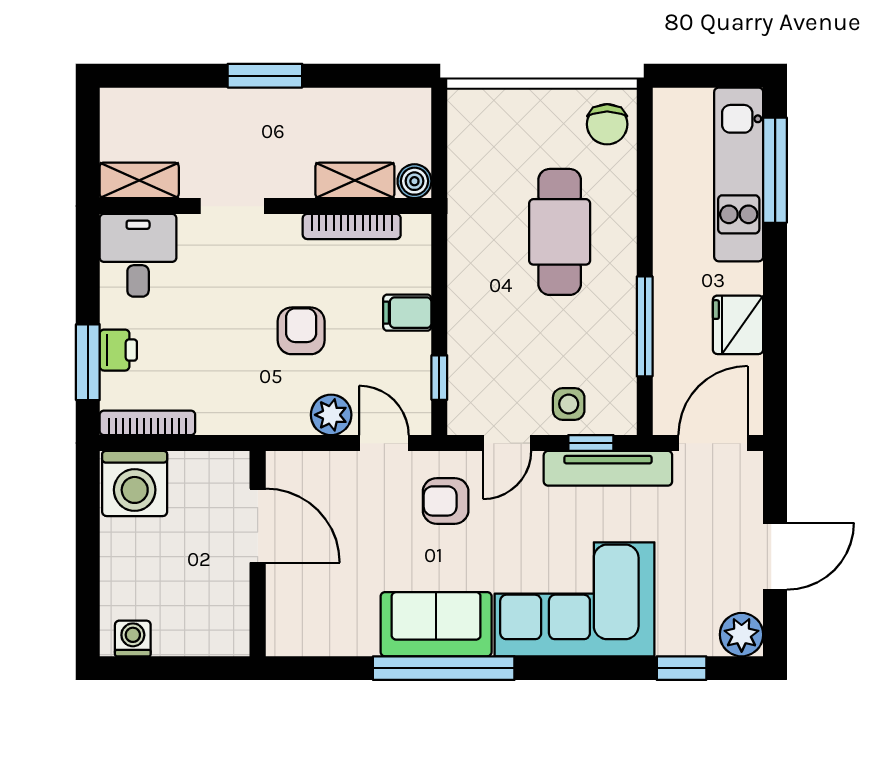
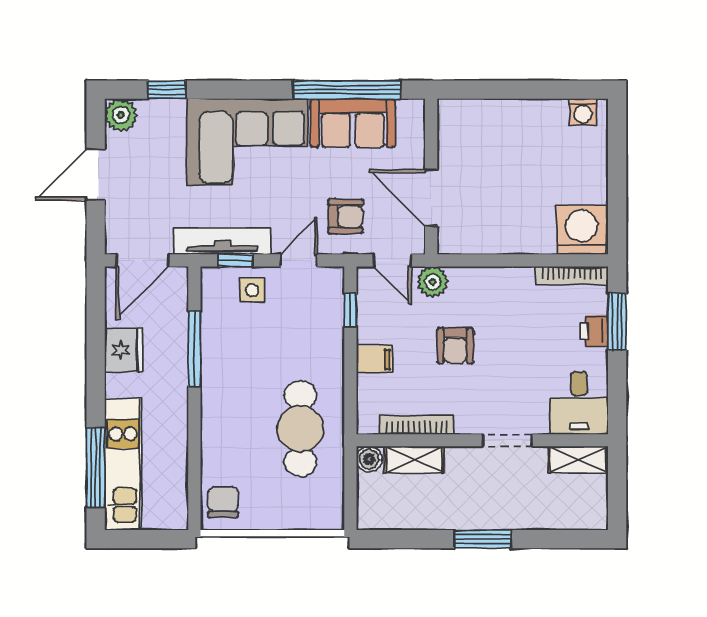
cafe table: (560, 232) -> (300, 429), moved
door: (258, 526) -> (431, 198), moved
wall: (258, 554) -> (431, 176), moved

